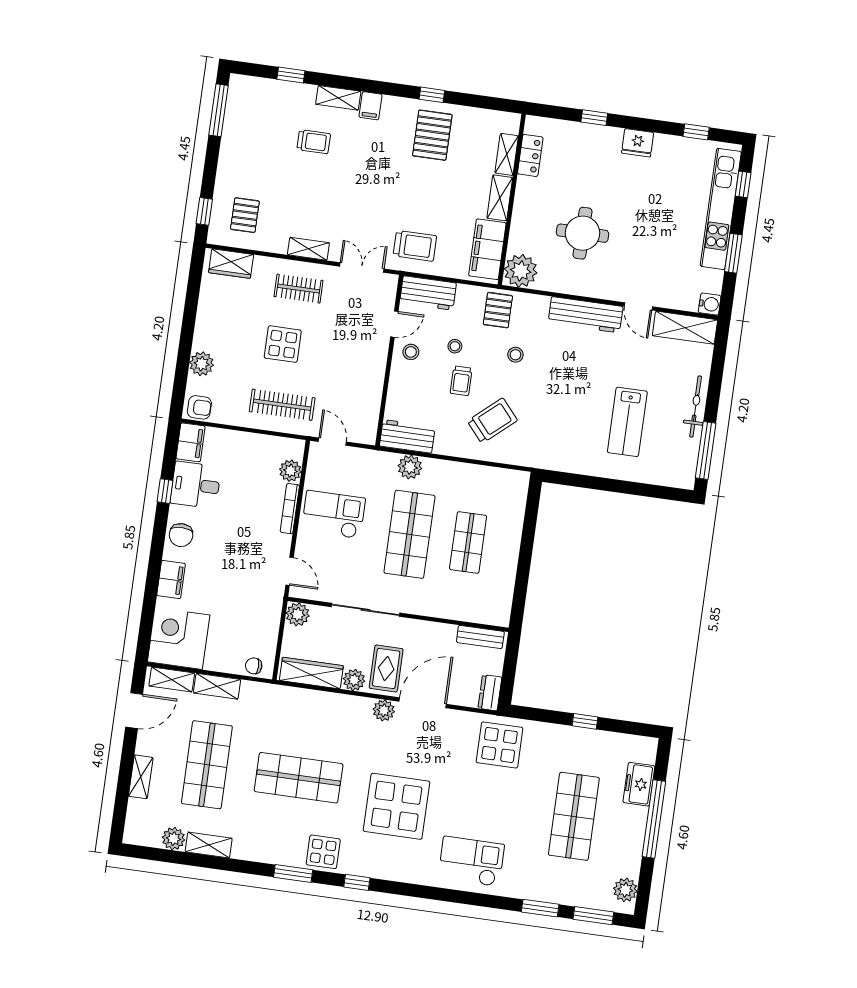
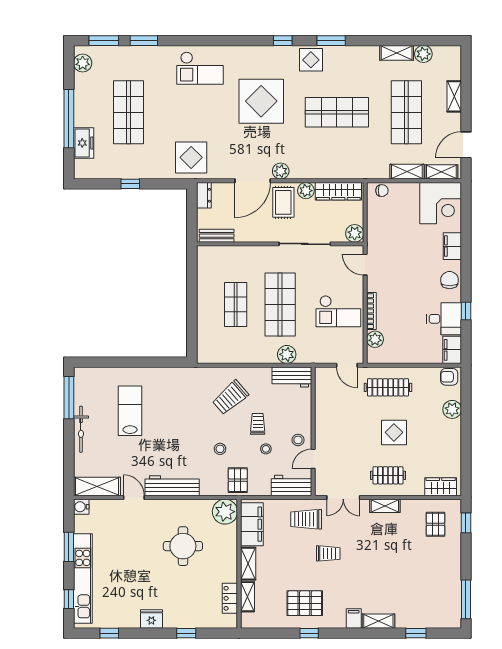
pallet: (432, 135) -> (305, 603), turned 90
trolley: (314, 142) -> (328, 553), moved, turned 180

